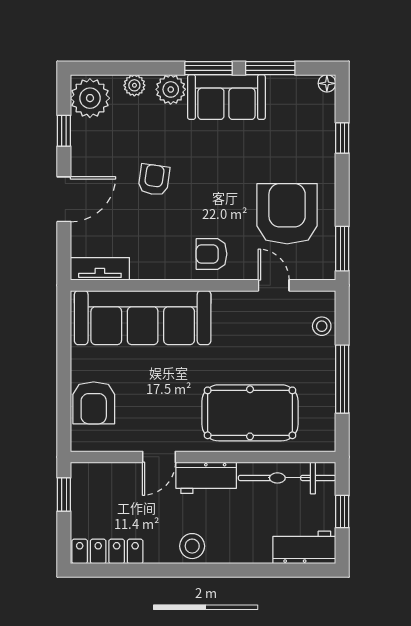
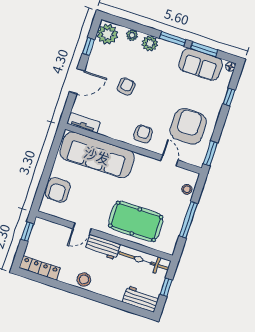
sofa: (226, 97) -> (201, 64), moved
armchair: (212, 254) -> (143, 134), turned 90

